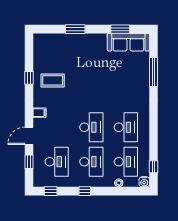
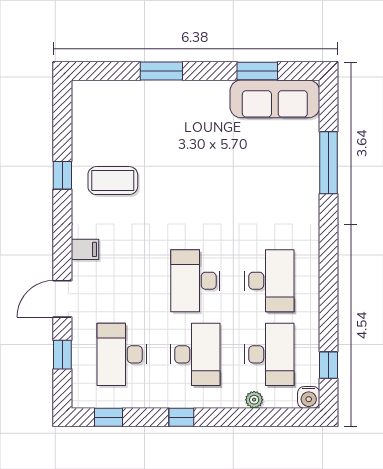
desk: (91, 127) -> (195, 281), turned 180
desk: (57, 162) -> (122, 354), turned 180

